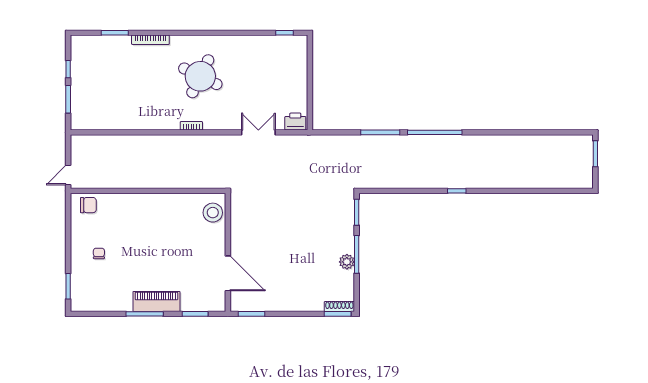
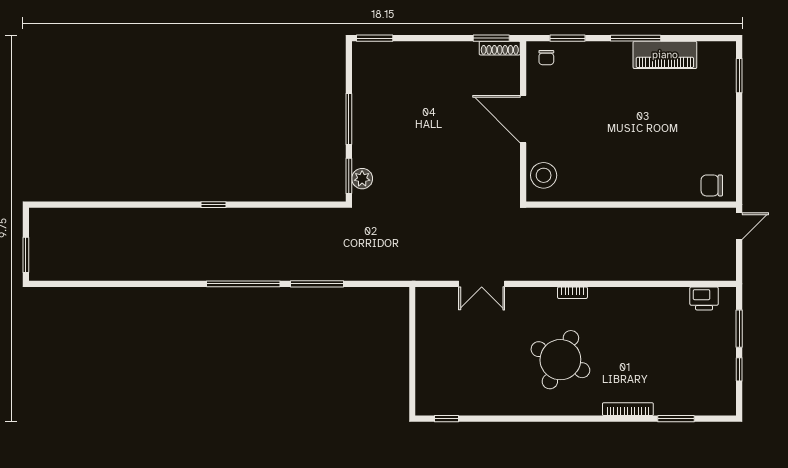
printer: (295, 122) -> (704, 298), moved
chair: (99, 253) -> (546, 58), moved
plant: (347, 262) -> (362, 179), moved
door: (228, 273) -> (523, 119), moved
piano: (156, 302) -> (665, 55), moved
shoe rack: (339, 307) -> (500, 48), moved

